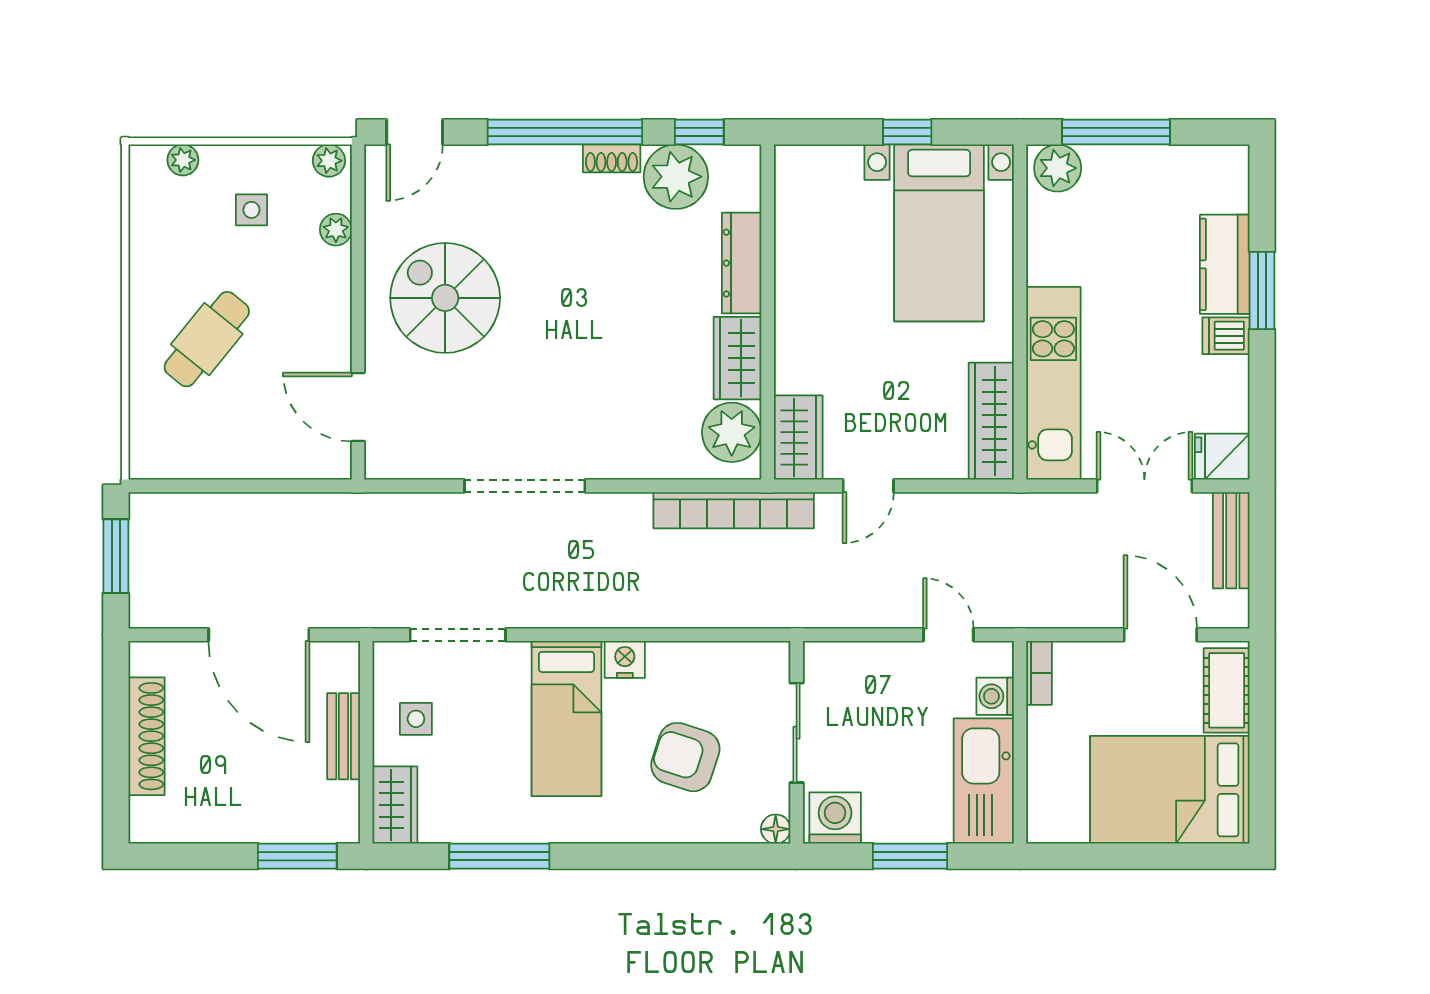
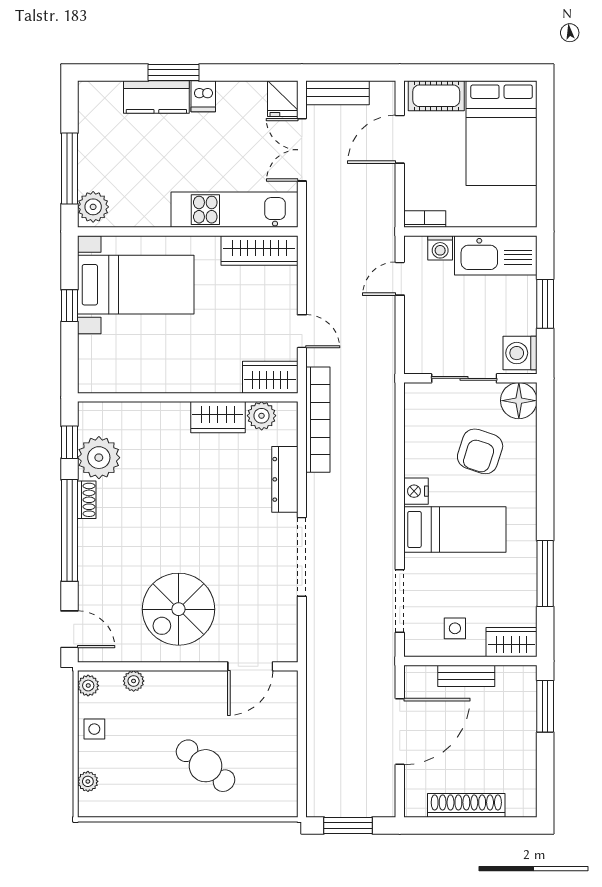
side table: (251, 210) -> (94, 729), moved
dresser: (742, 263) -> (285, 479), moved, turned 90
plant: (732, 432) -> (262, 416), width x0.73, depth x0.73
floor lamp: (776, 829) -> (519, 401), width x1.89, depth x1.89

